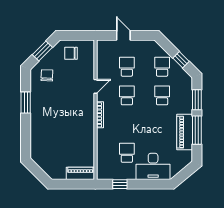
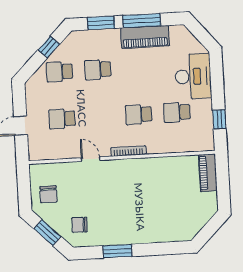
school desk: (127, 95) -> (139, 114), moved

